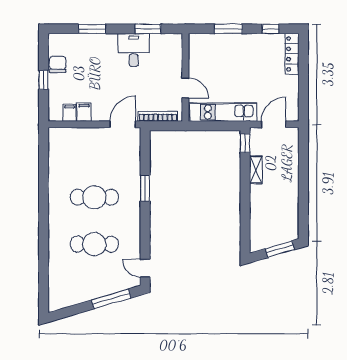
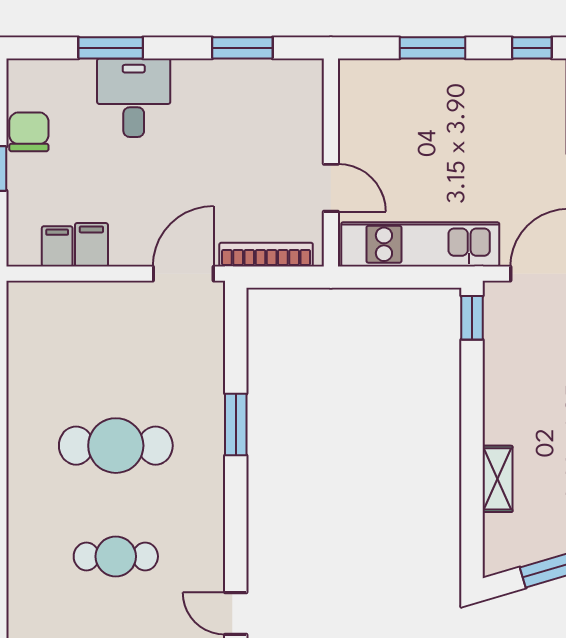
desk: (134, 50) -> (134, 98), moved
shelving: (256, 170) -> (497, 479), moved
cafe table: (94, 244) -> (116, 556), width x0.73, depth x0.74

